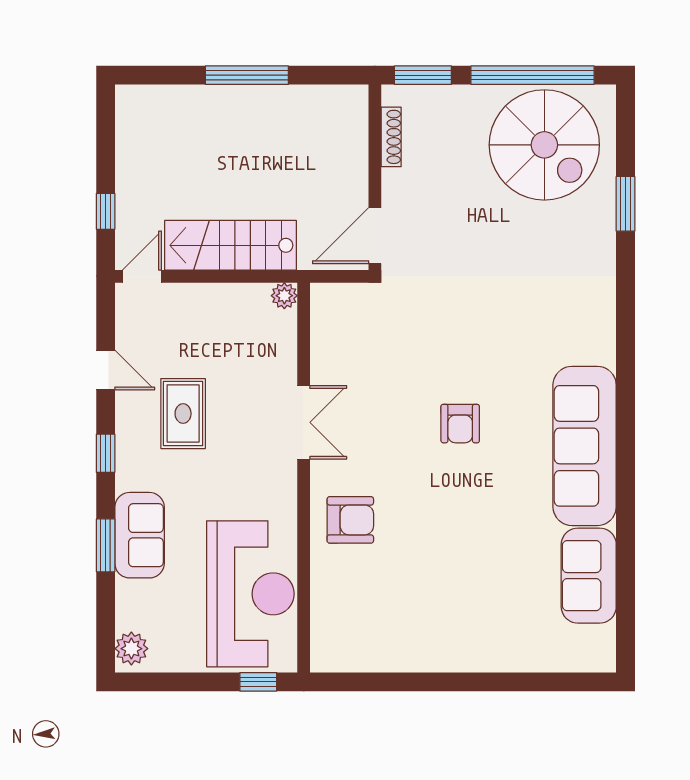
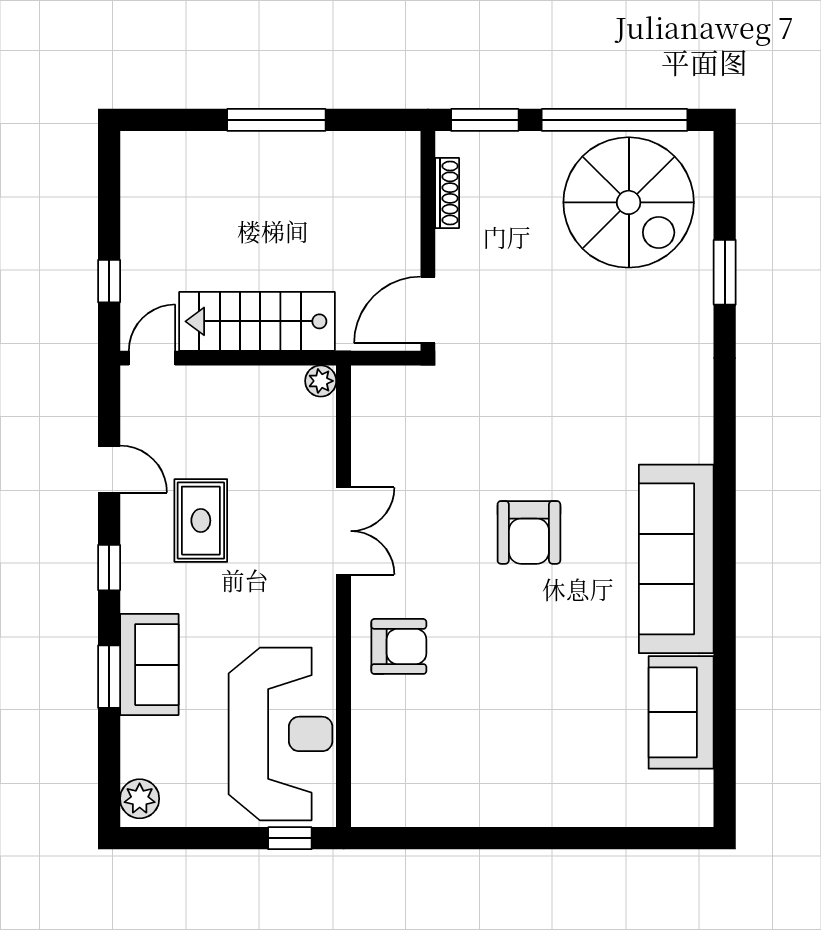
armchair: (460, 424) -> (529, 532), width x1.38, depth x1.38

